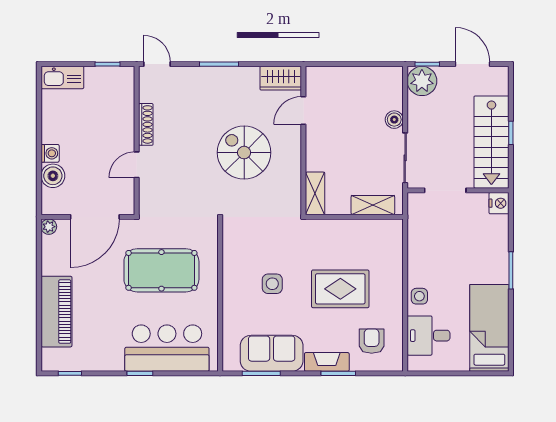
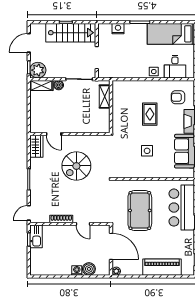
kitchen sink: (62, 78) -> (36, 236), moved
shelving: (315, 193) -> (41, 85), moved
nightstand: (499, 203) -> (118, 29), moved
rug: (340, 289) -> (150, 114), width x0.73, depth x0.70

